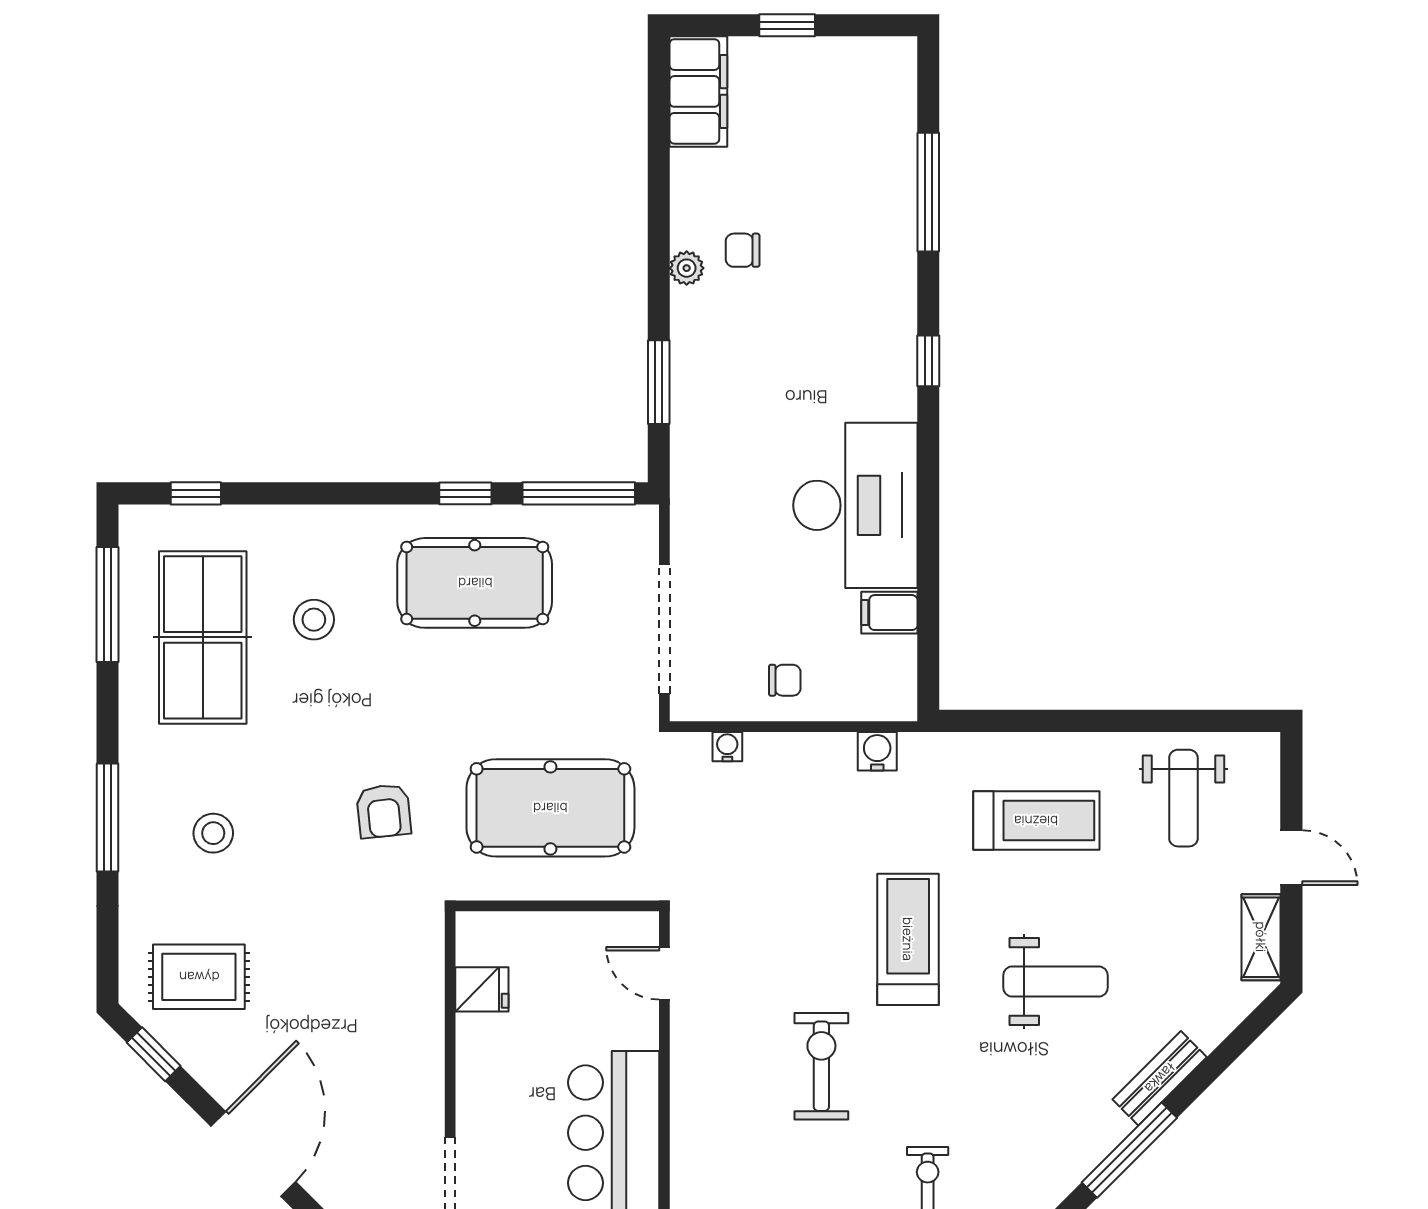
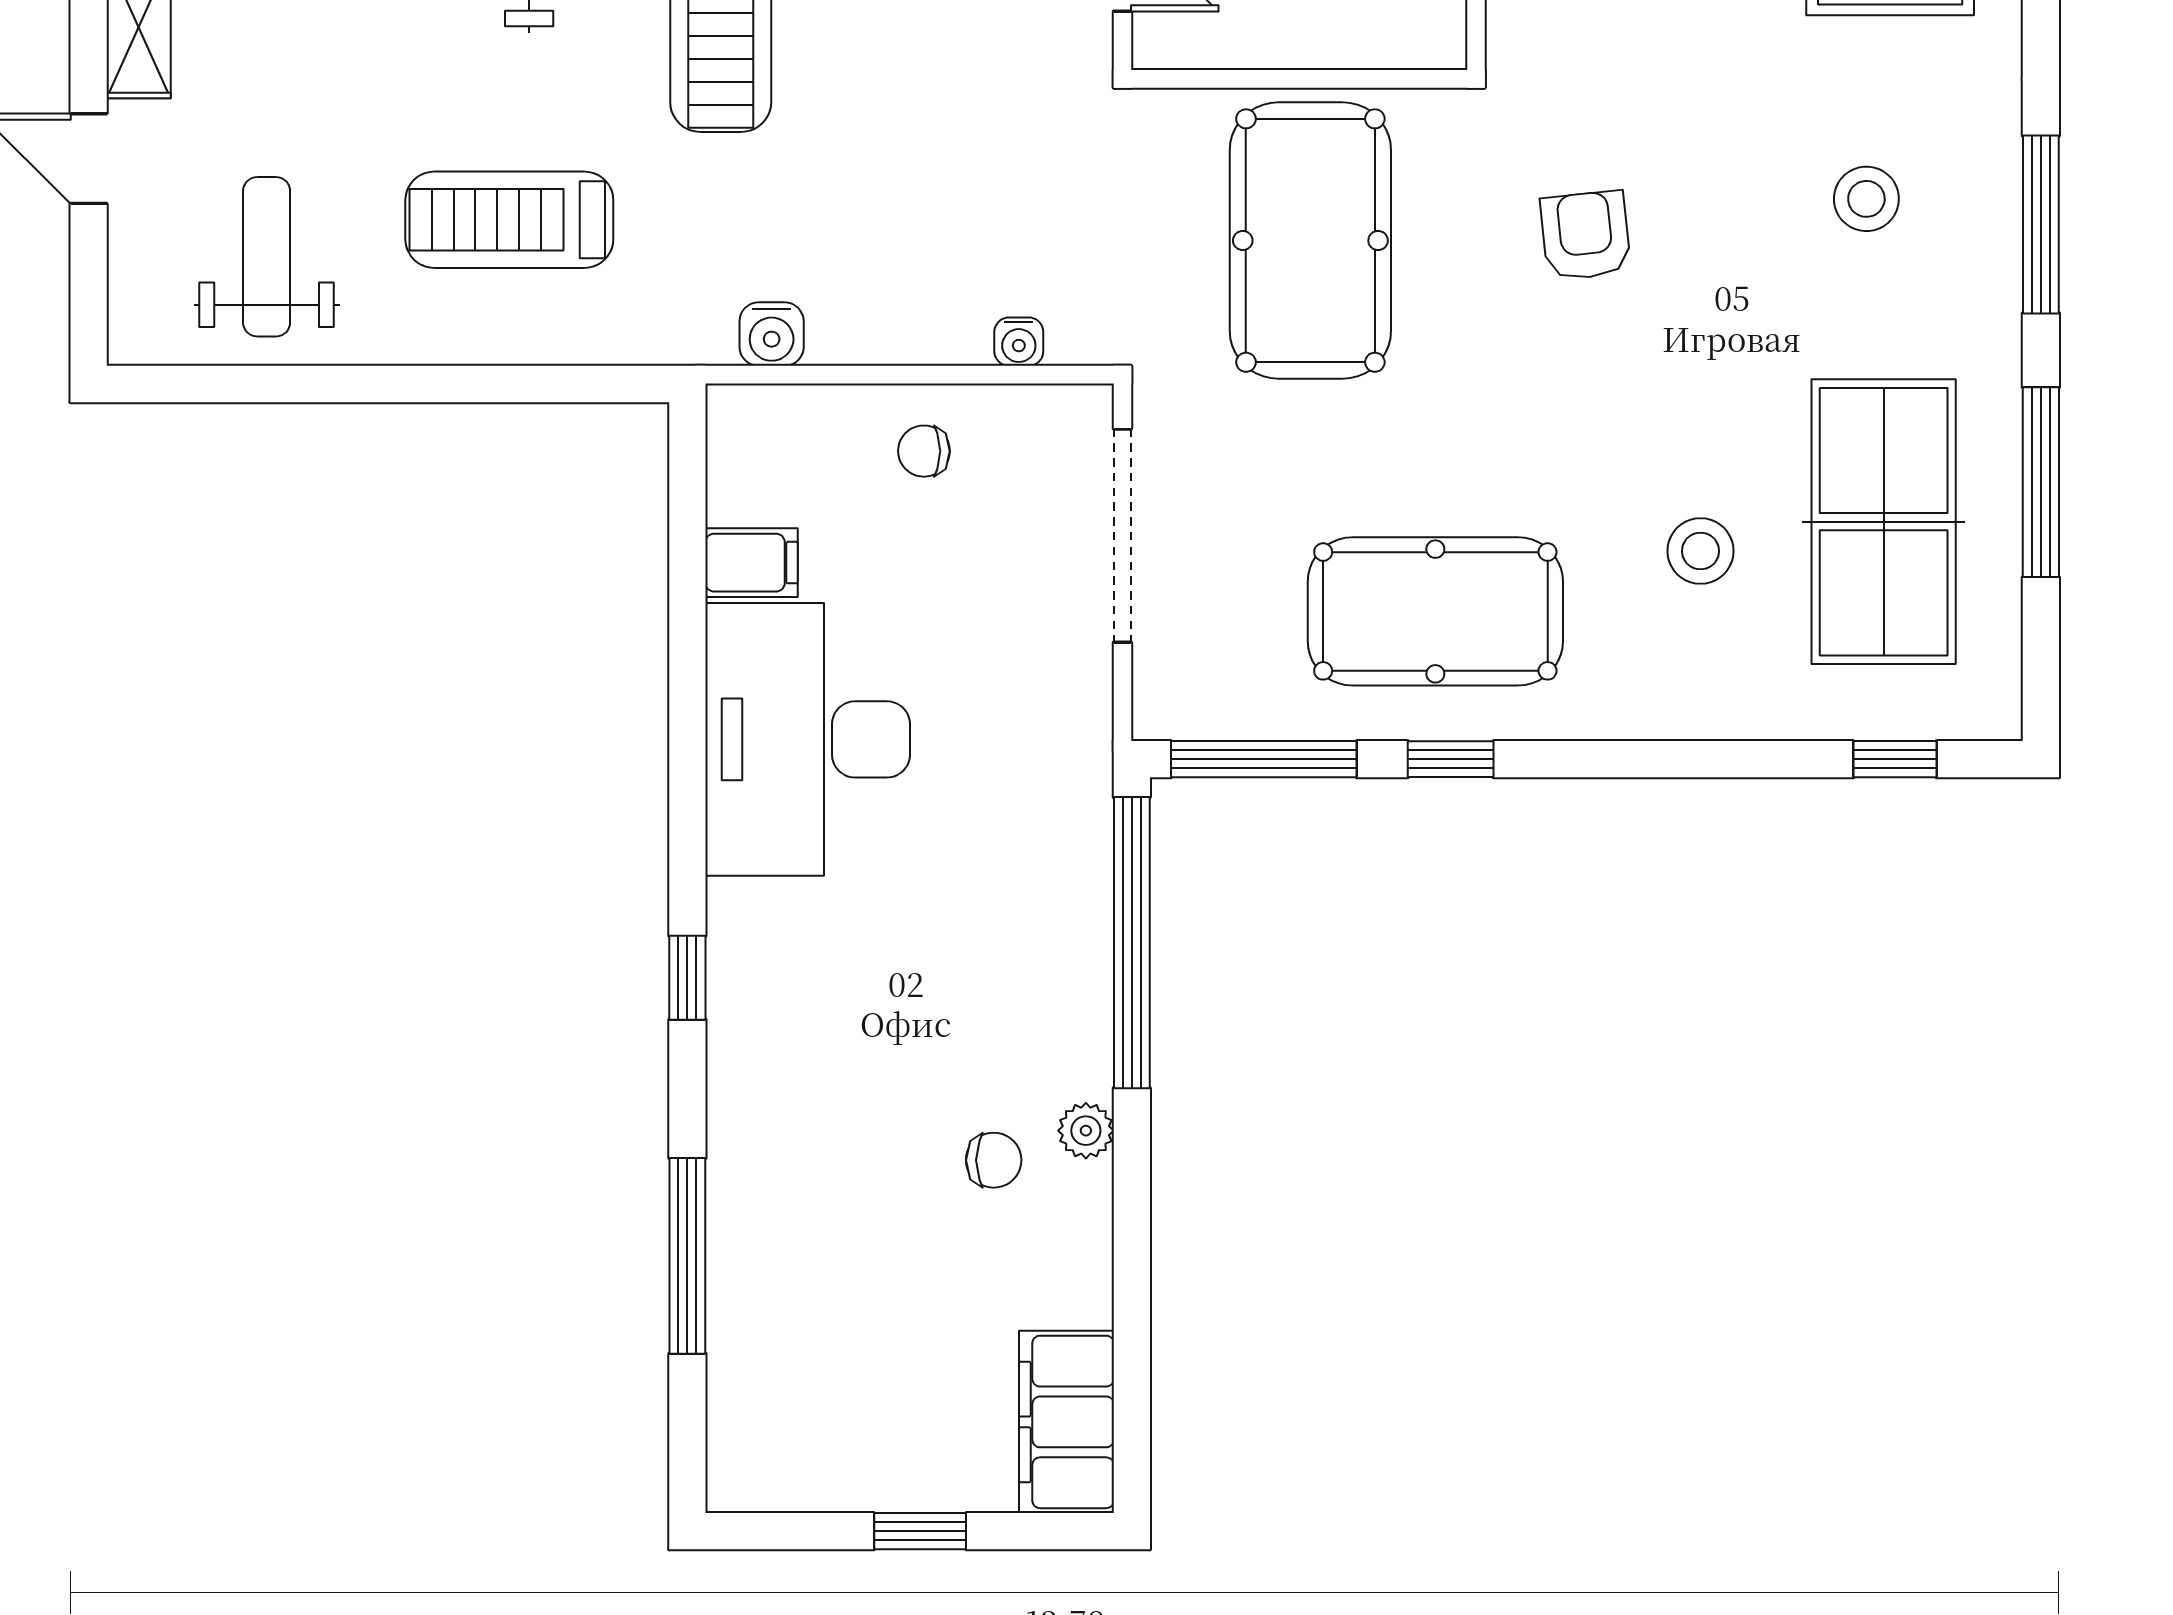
window: (659, 382) -> (1132, 943), width x2.11
window: (107, 604) -> (2041, 482), moved
pool table: (550, 808) -> (1310, 241), turned 90

